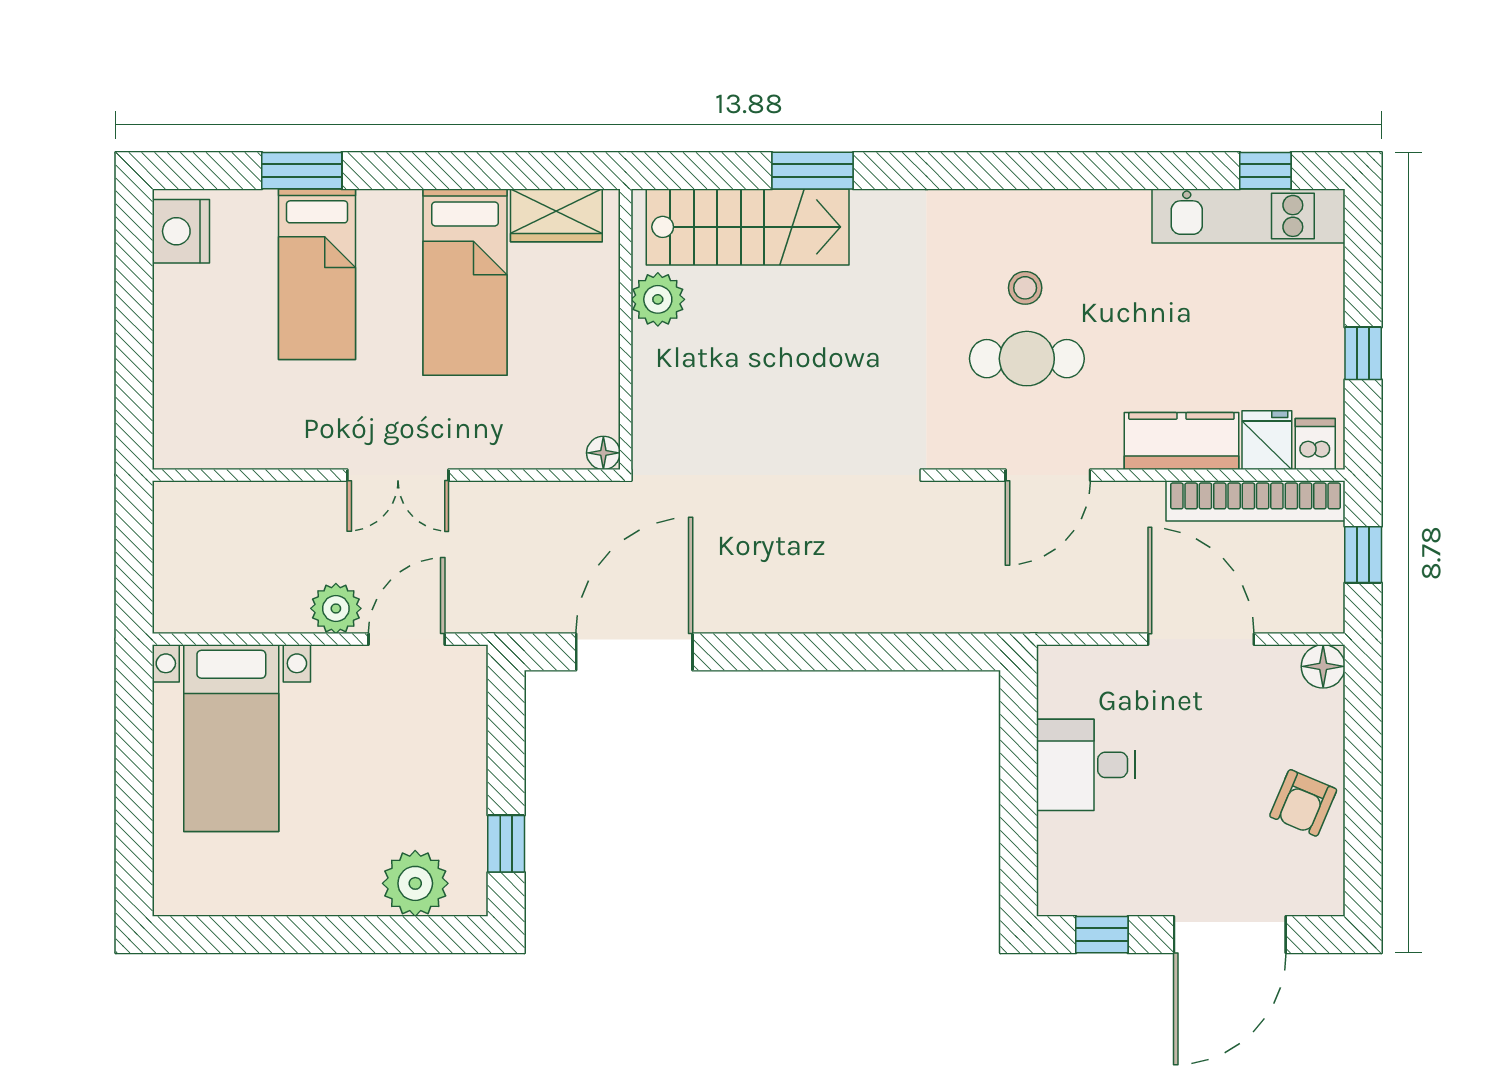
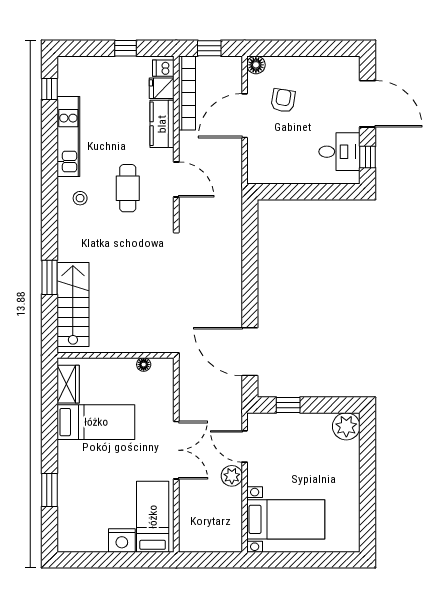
kitchen unit: (1248, 216) -> (68, 137), moved
nightstand: (181, 231) -> (122, 540), moved
bed: (317, 274) -> (153, 517), moved, turned -90
stool: (1025, 288) -> (80, 198), moved
plant: (658, 299) -> (103, 342), removed
floor lamp: (603, 453) -> (144, 365), moved
double door: (398, 475) -> (176, 450), width x1.37
desk: (1086, 765) -> (339, 152), moved, turned -90
armchair: (1303, 803) -> (283, 100), moved, turned -104
window: (506, 844) -> (288, 405), moved
plant: (415, 883) -> (346, 426), moved

